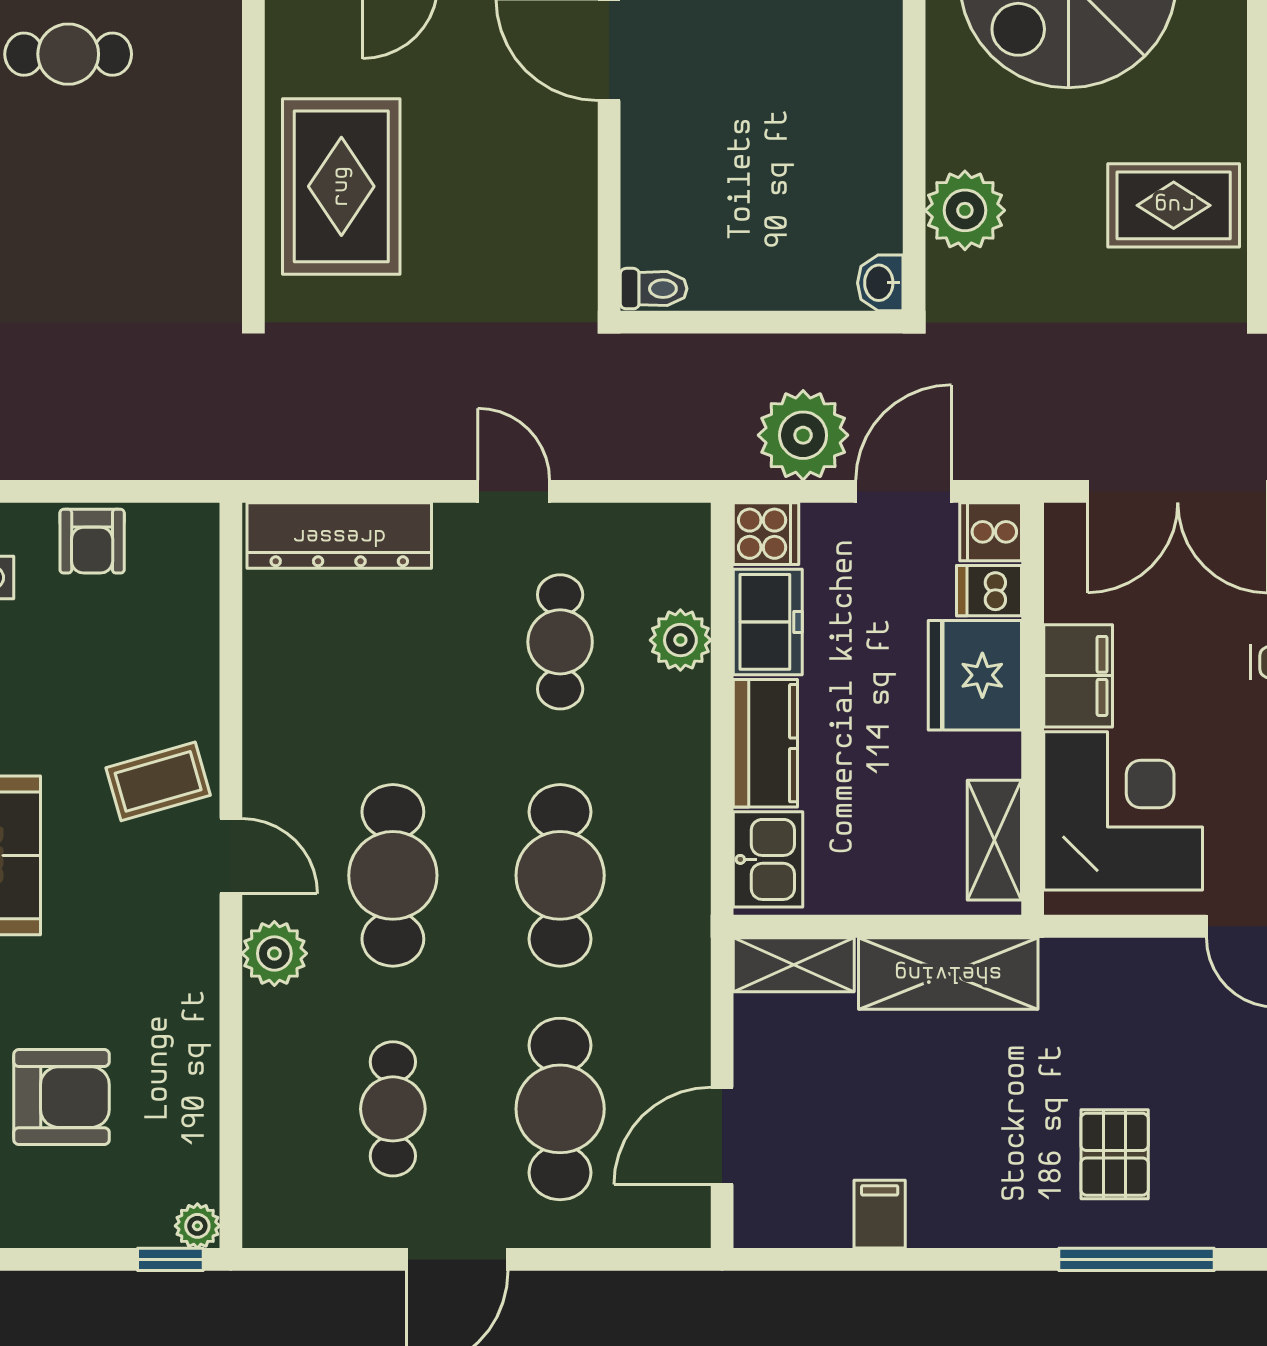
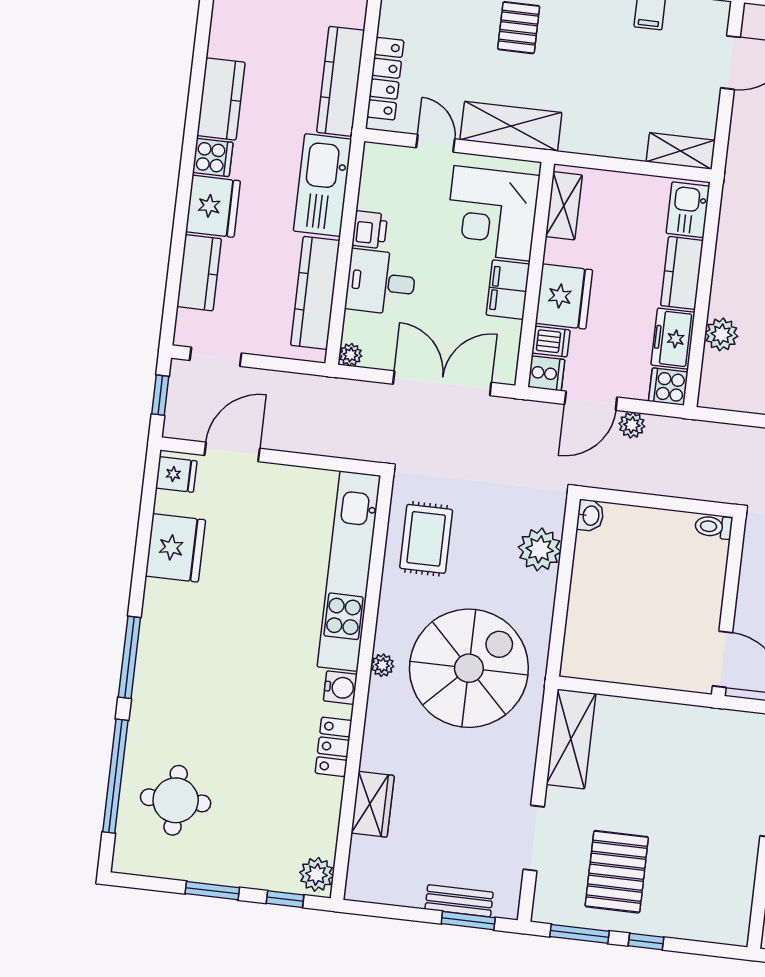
rug: (1174, 205) -> (426, 539), turned 90
plant: (803, 435) -> (632, 425), width x0.53, depth x0.53
shelving: (948, 973) -> (511, 126), moved

